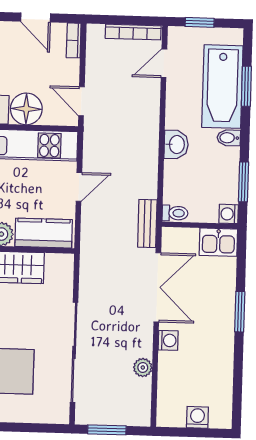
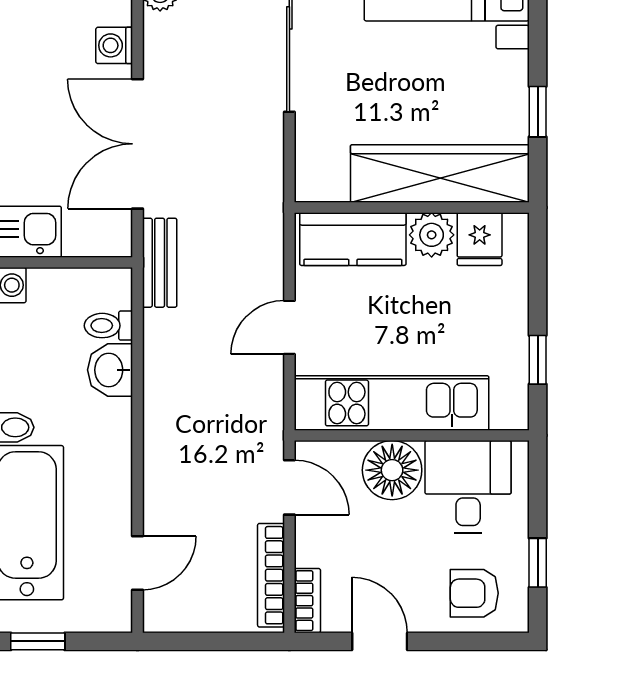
window: (200, 22) -> (38, 641), moved
bookcase: (133, 32) -> (271, 575), moved, turned -90
washbasin: (176, 145) -> (110, 370), moved
toilet: (175, 213) -> (108, 326), moved

